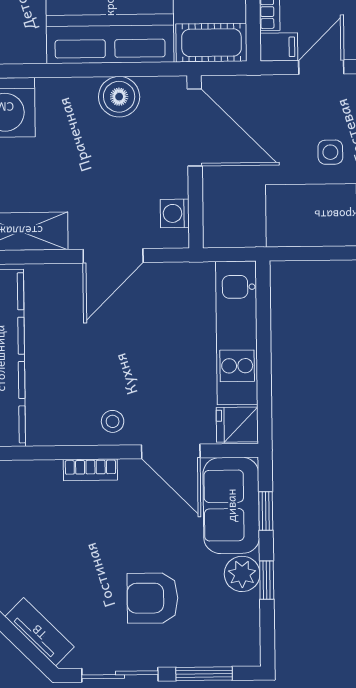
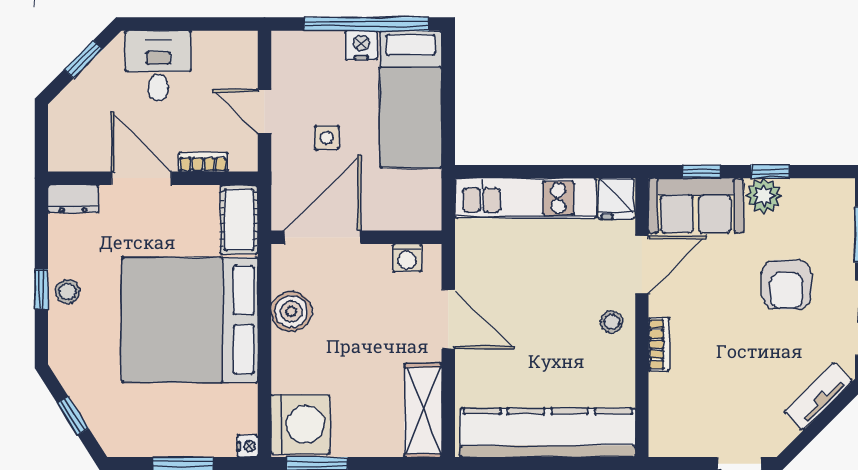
filing cabinet: (279, 47) -> (244, 153), removed
side table: (330, 152) -> (327, 138), moved

